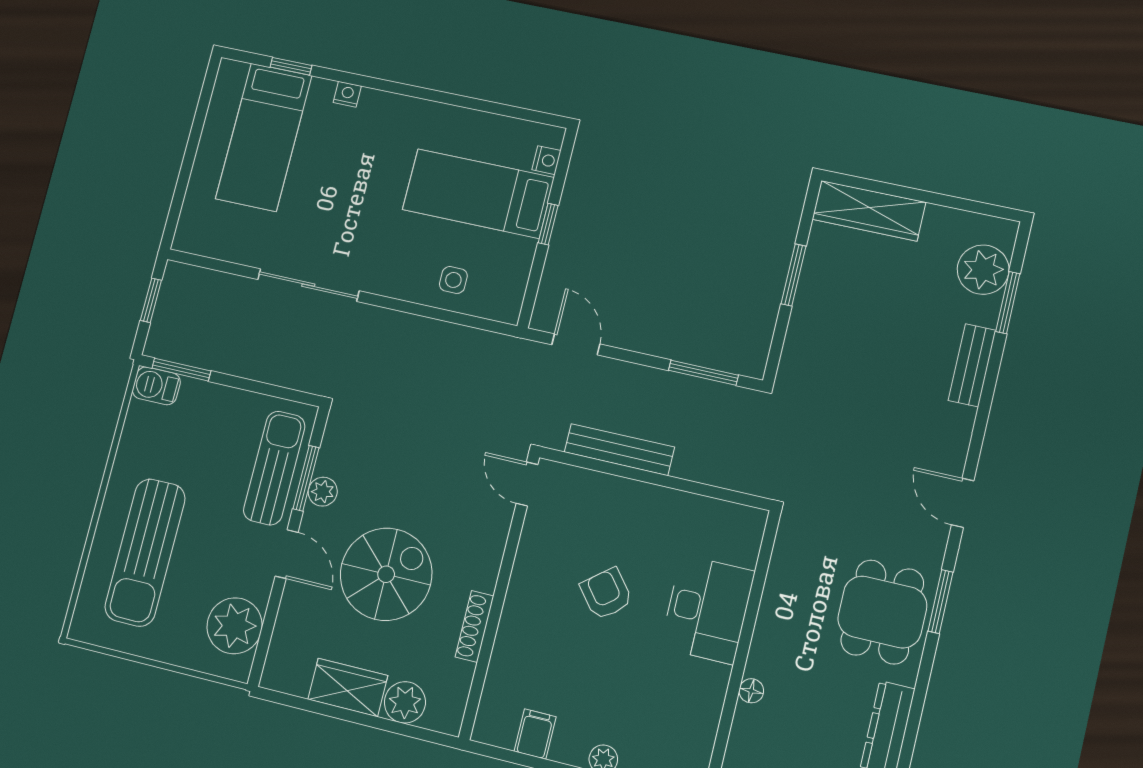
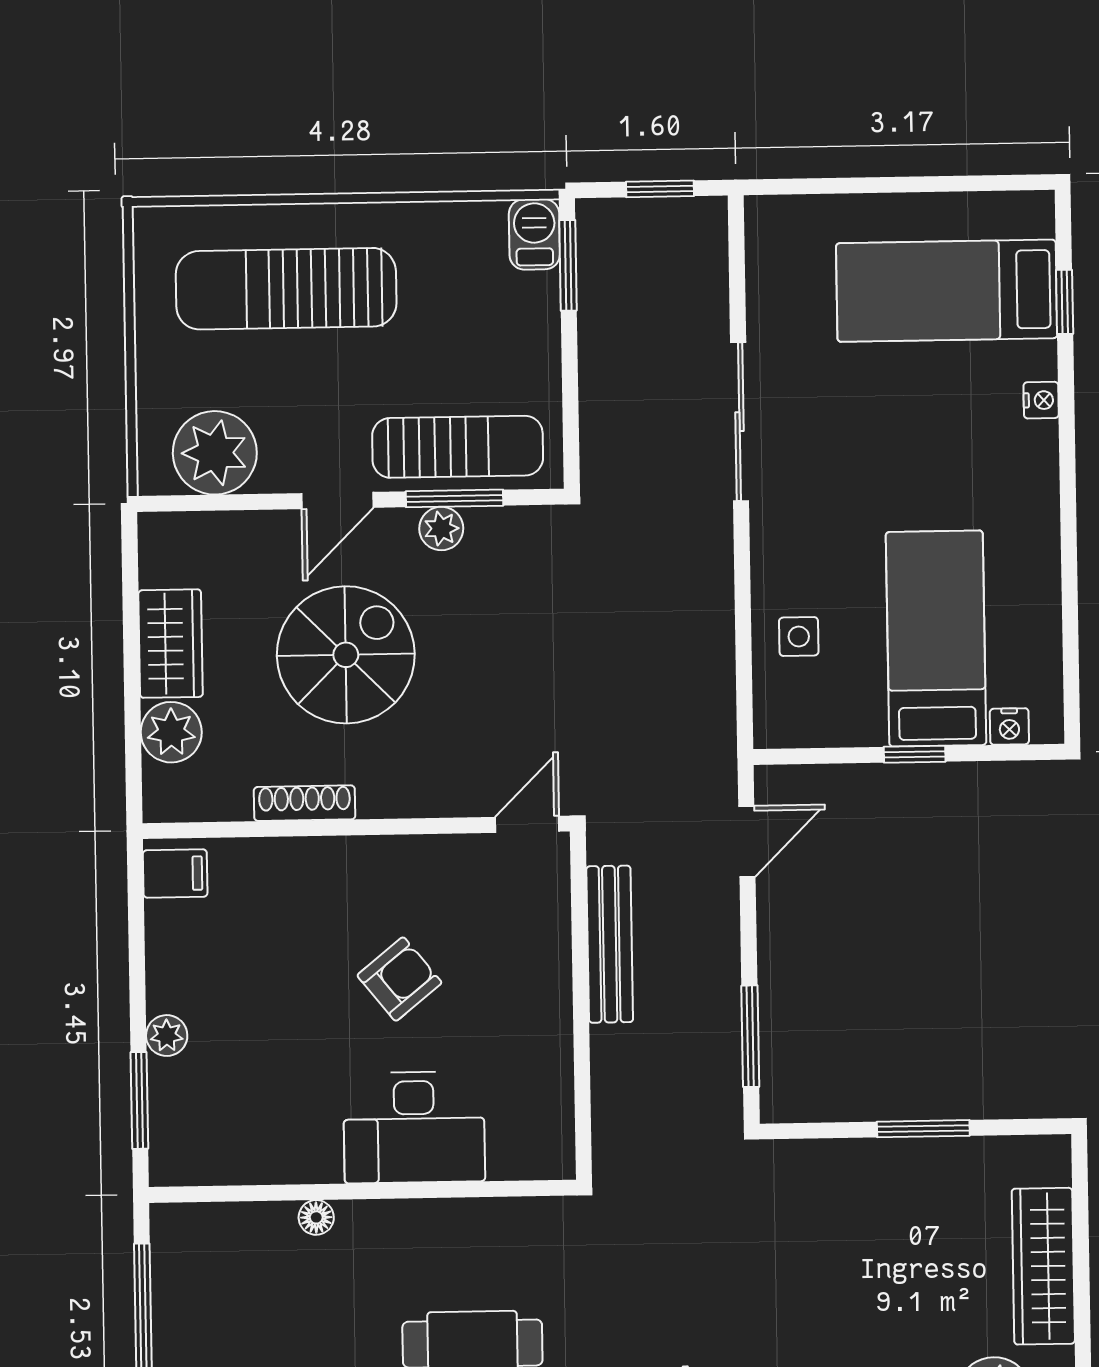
wardrobe: (869, 211) -> (1043, 1266), moved
spiral stairs: (386, 574) -> (346, 655), turned -90
filing cabinet: (535, 734) -> (175, 873), moved

